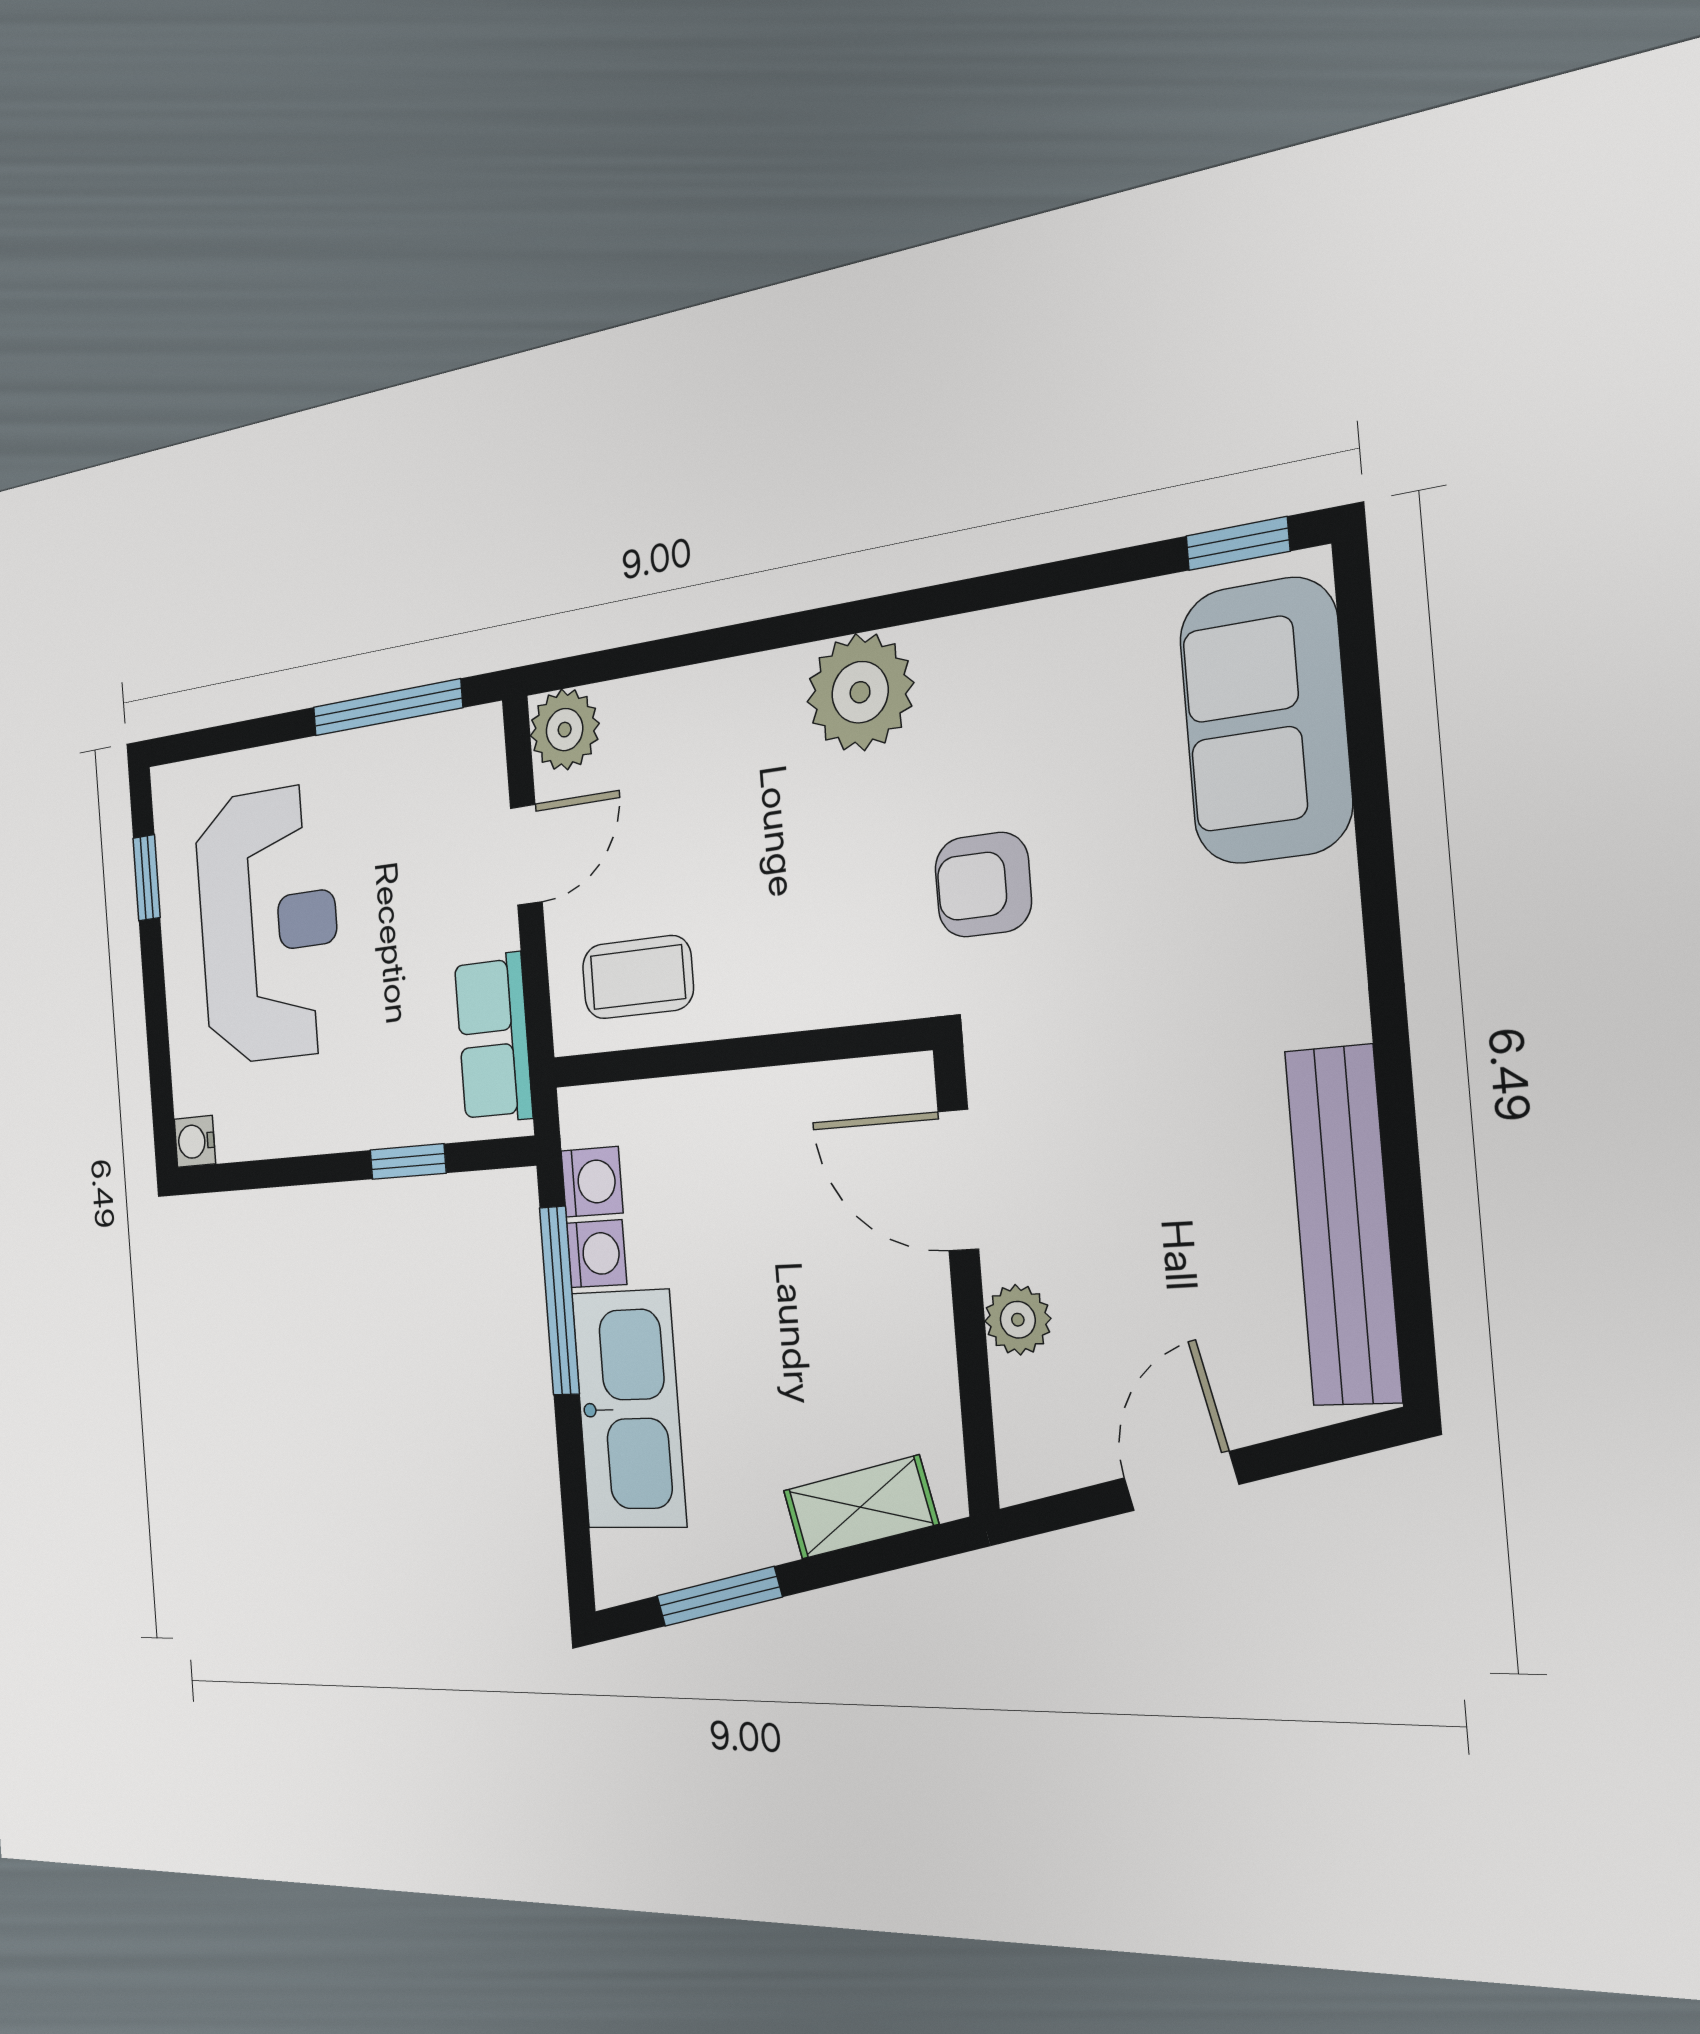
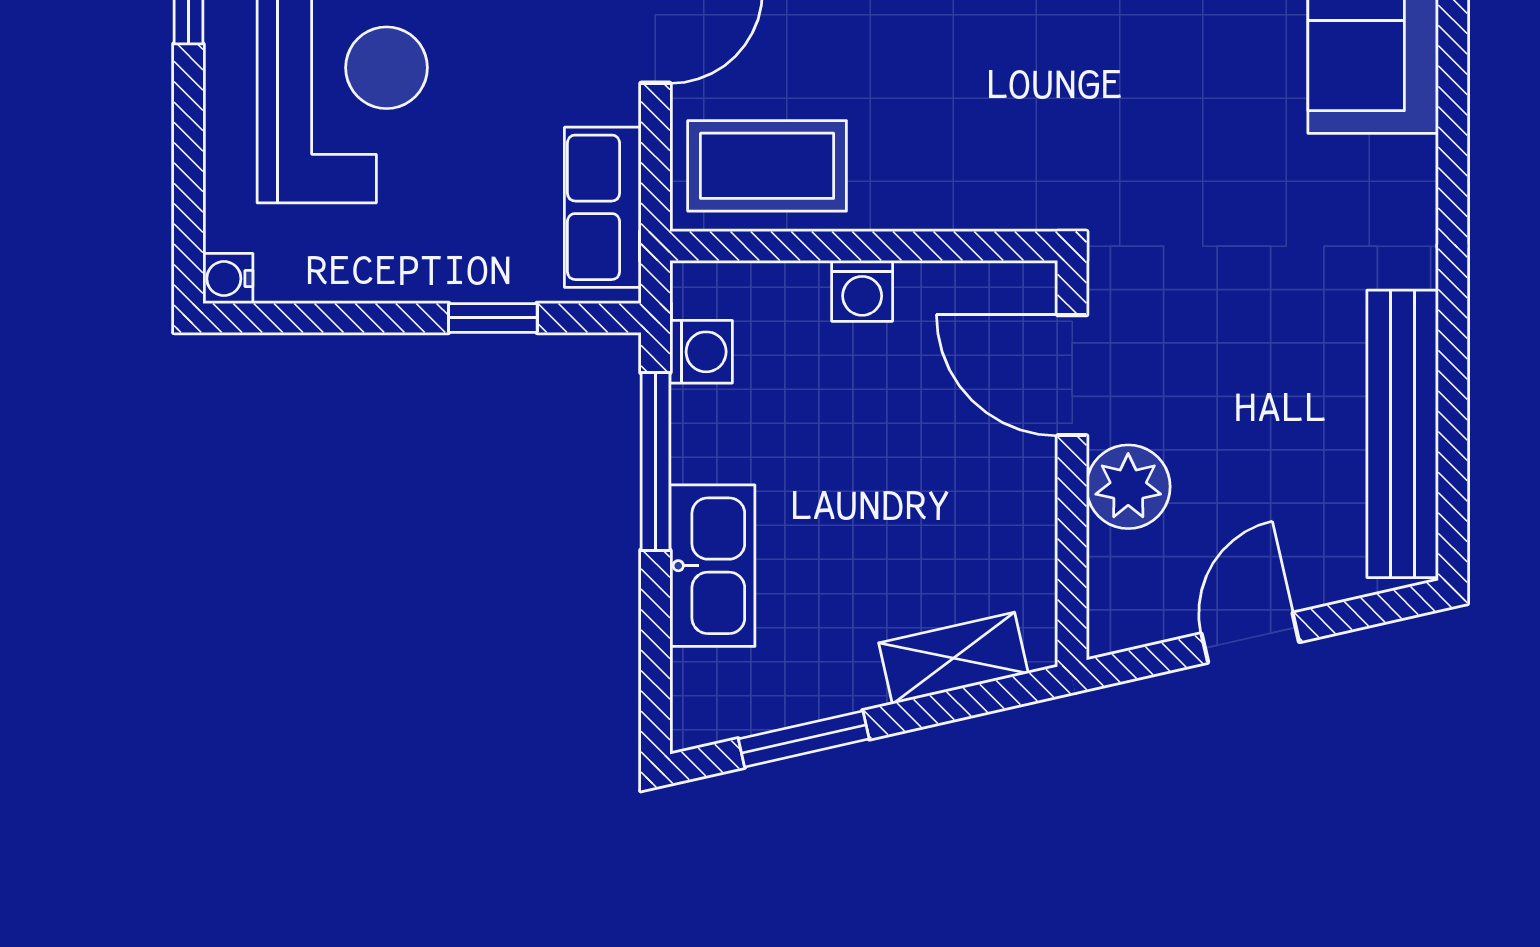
armchair: (983, 885) -> (1117, 123), removed
coffee table: (638, 977) -> (767, 166), width x1.36, depth x1.30
washing machine: (597, 1254) -> (862, 291), moved, turned 90
plant: (1018, 1320) -> (1128, 487), width x1.38, depth x1.38
kitchen sink: (629, 1409) -> (712, 566), width x0.73, depth x0.81

